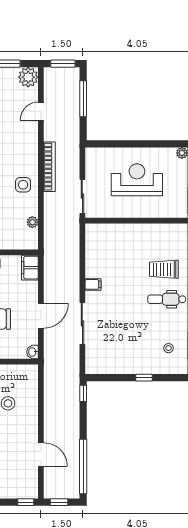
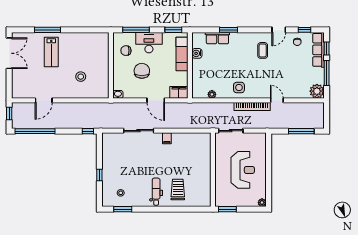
window: (63, 64) -> (327, 116), removed
door: (41, 111) -> (277, 100), moved
door: (41, 316) -> (156, 100), moved
window: (26, 502) -> (9, 89), removed

